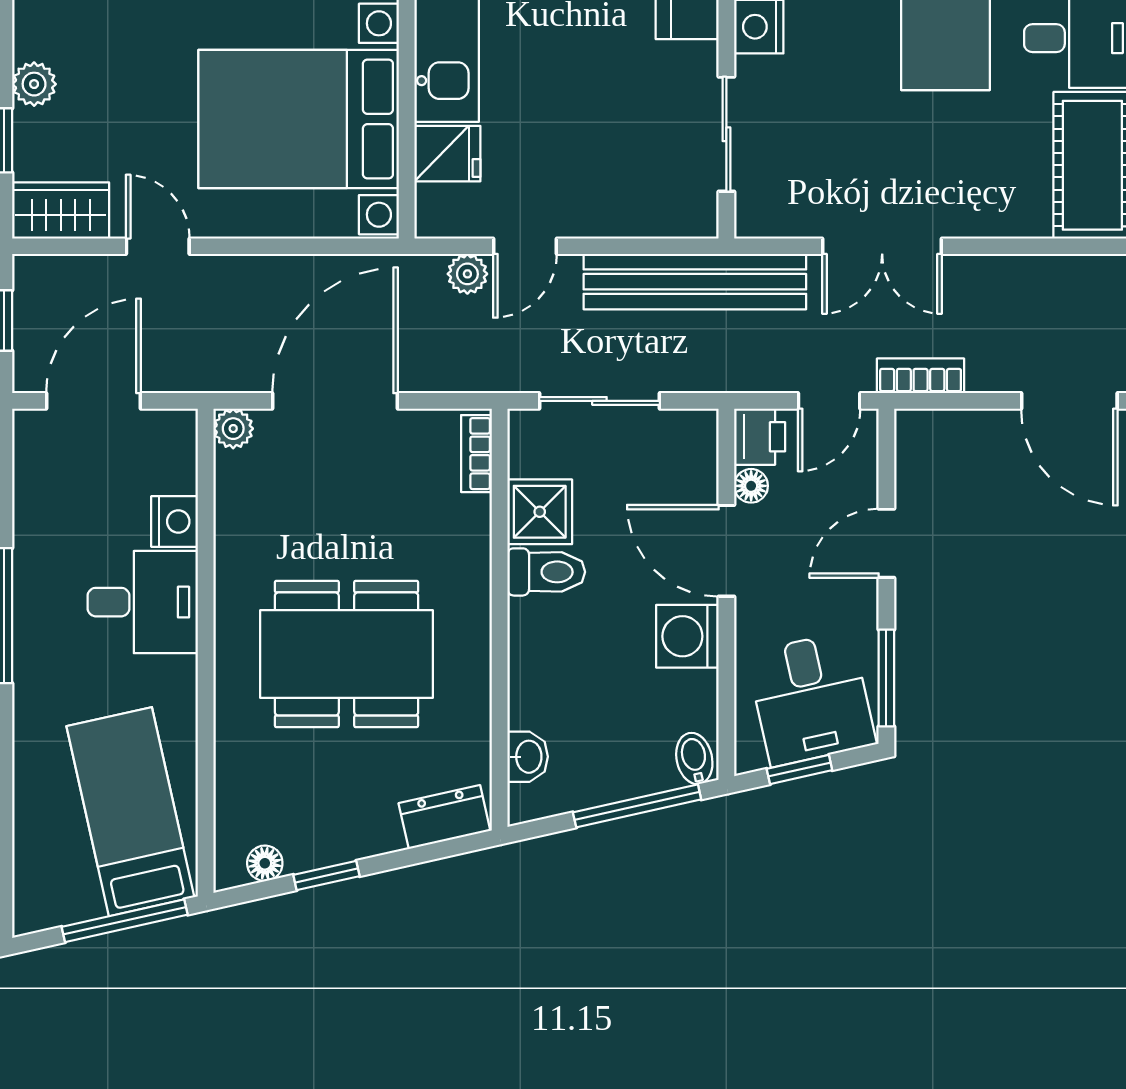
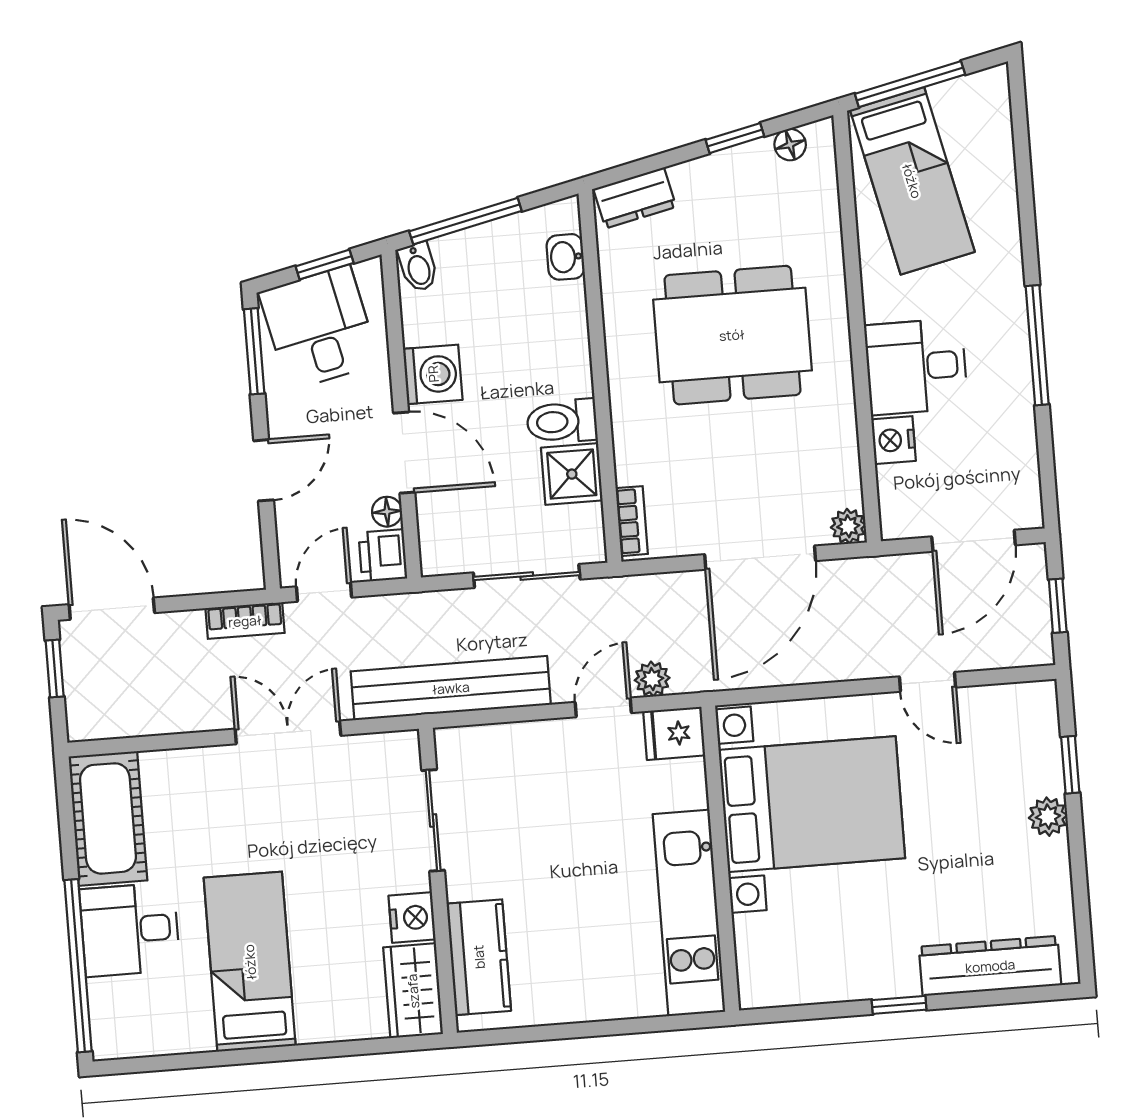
fridge: (447, 154) -> (674, 733), moved
wardrobe: (61, 210) -> (1016, 707), removed

